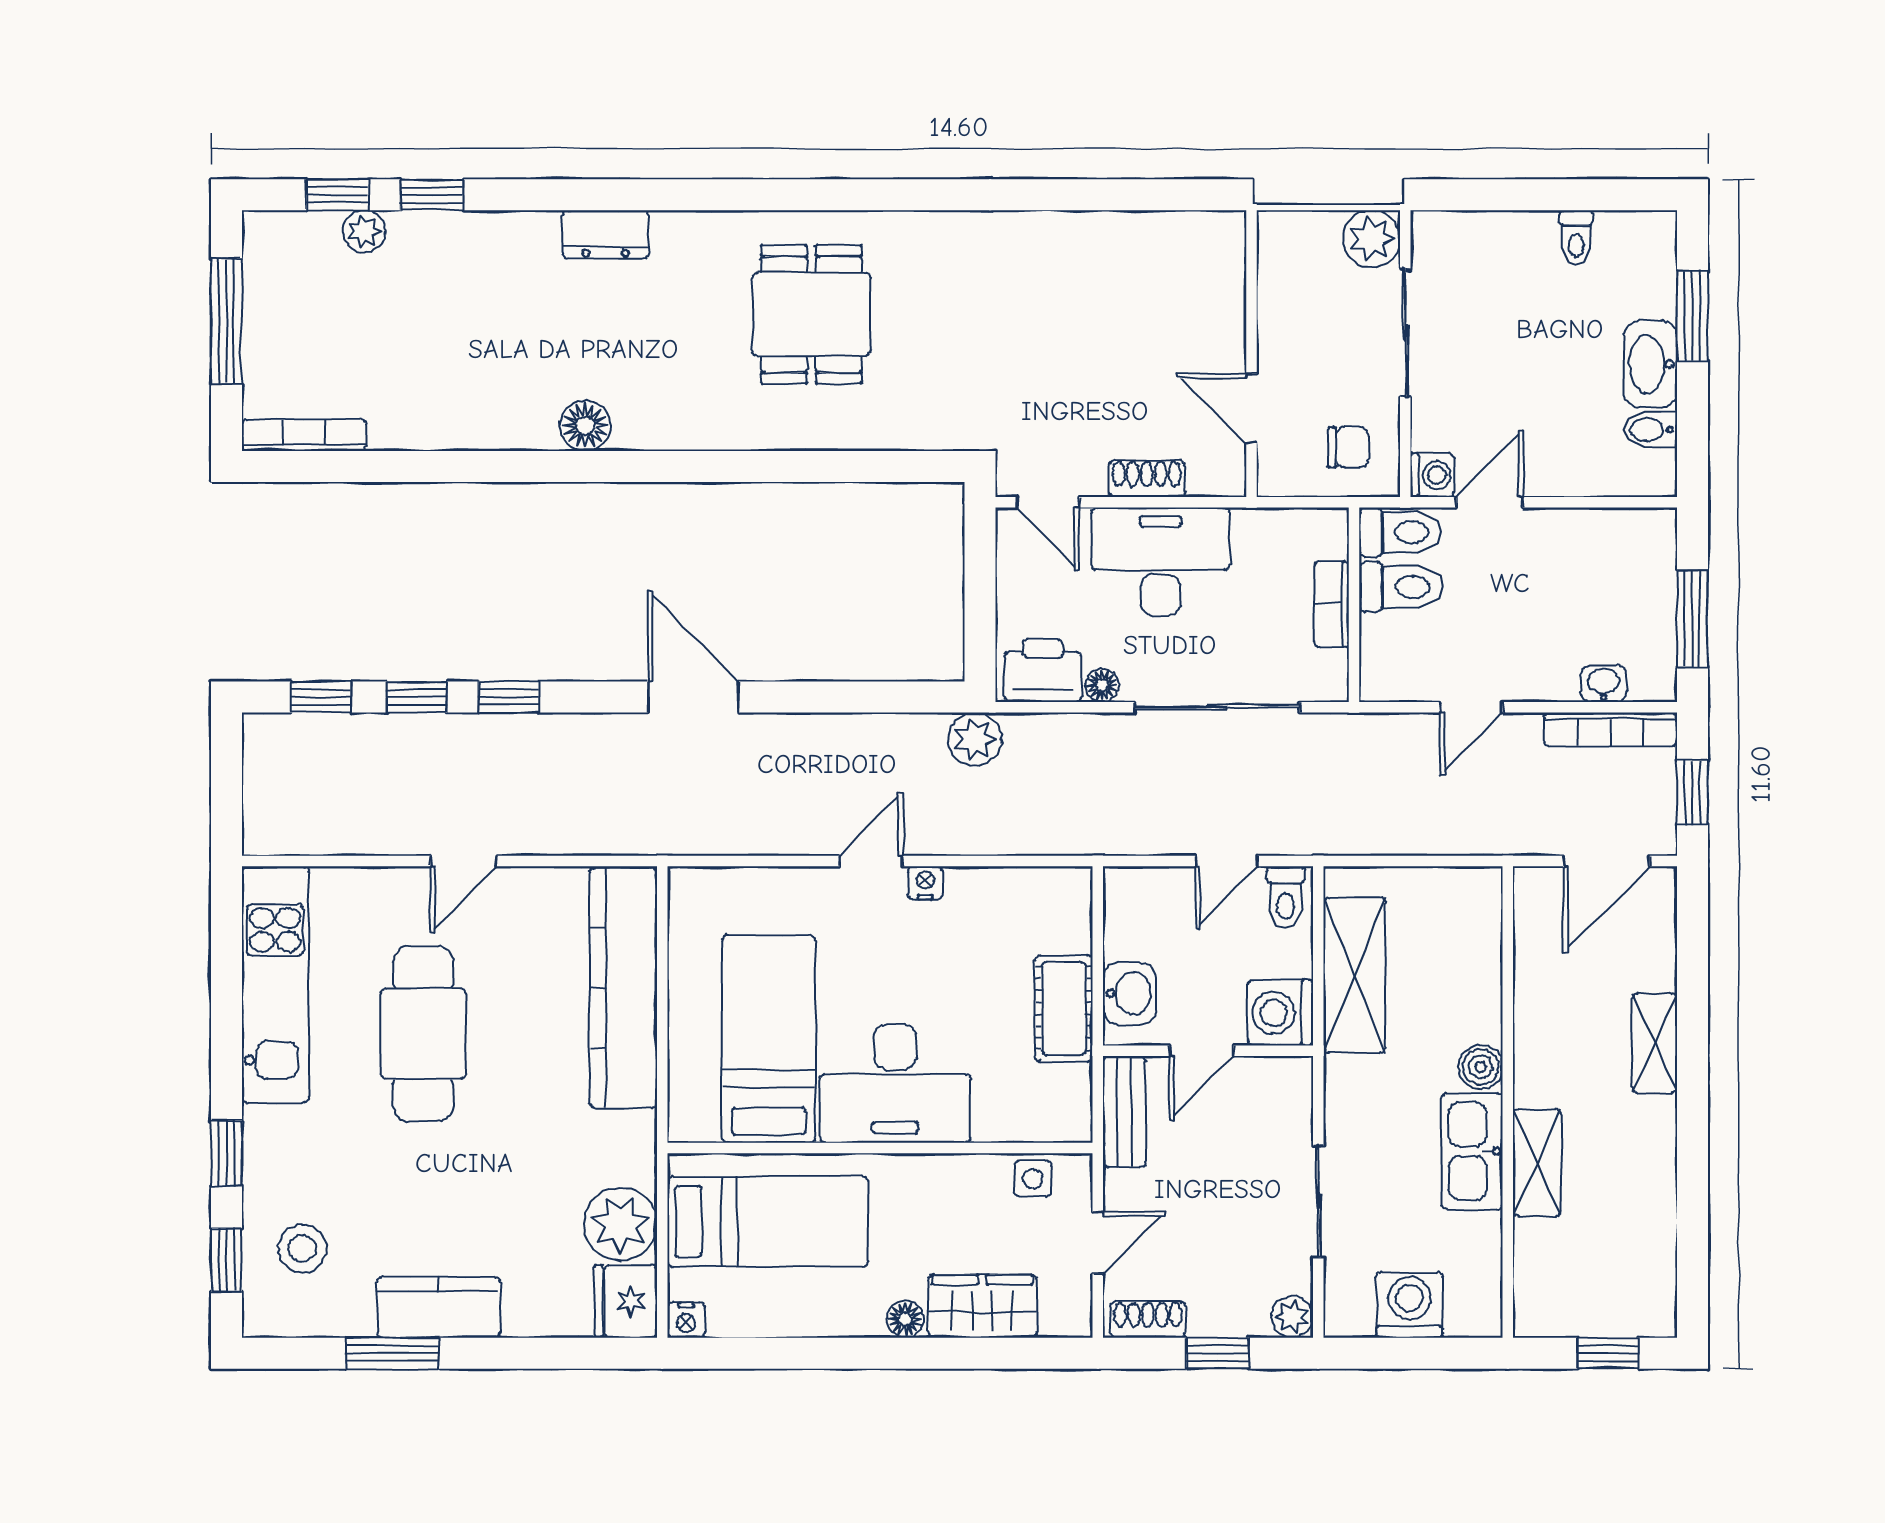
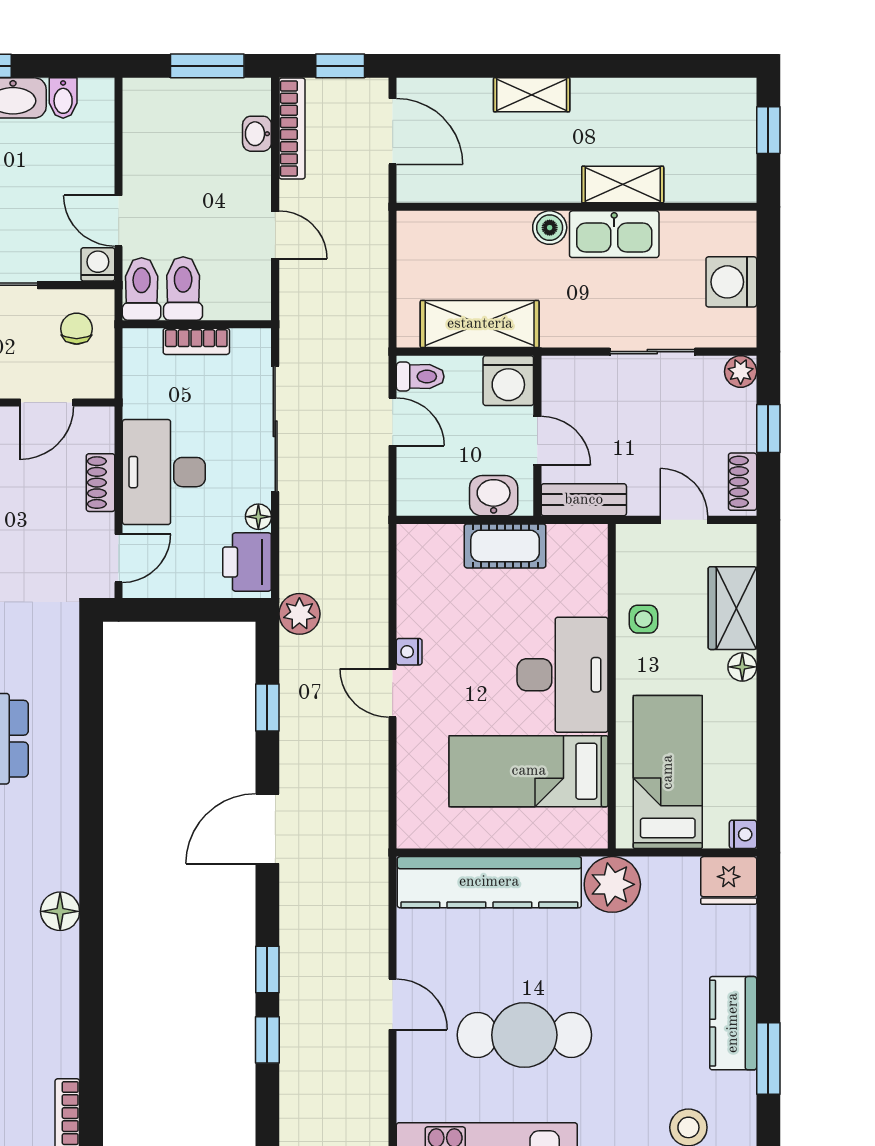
window: (321, 697) -> (267, 708), moved
side table: (1033, 1179) -> (644, 619), moved
plant: (620, 1224) -> (612, 884), moved

